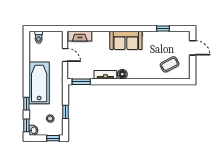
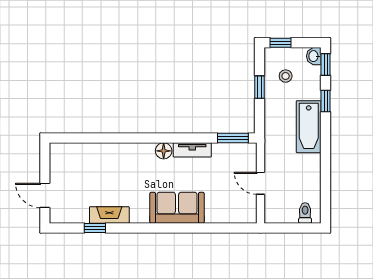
fireplace: (80, 36) -> (109, 215), moved
sofa: (126, 40) -> (177, 208), moved
coffee table: (169, 64) -> (84, 167), removed
bathtub: (39, 83) -> (309, 127), width x0.73, depth x0.73

